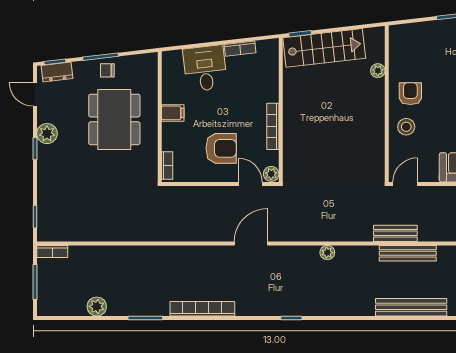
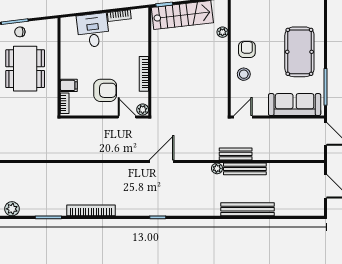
filing cabinet: (173, 113) -> (69, 85), moved
door: (251, 243) -> (161, 162), moved
plant: (327, 253) -> (217, 168), moved

